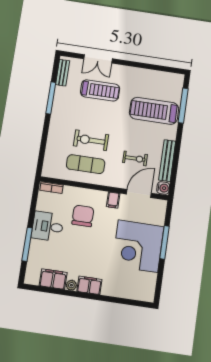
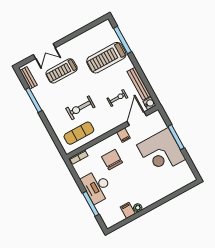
treadmill: (100, 90) -> (62, 71), turned 180
exercise mat: (86, 164) -> (79, 133), moved
desk: (48, 226) -> (97, 187), width x1.37
filing cabinet: (53, 279) -> (128, 210), width x0.50
filing cabinet: (89, 285) -> (149, 199), removed

